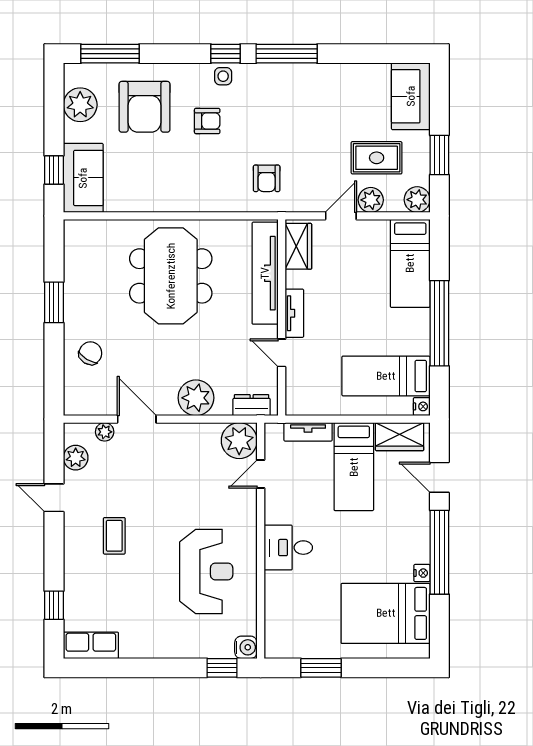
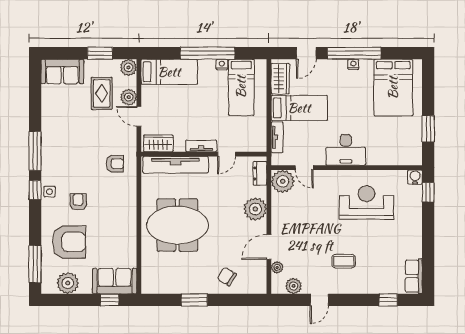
nightstand: (422, 406) -> (222, 64), moved
desk: (288, 548) -> (346, 150), width x1.37
nightstand: (422, 573) -> (353, 64), moved

